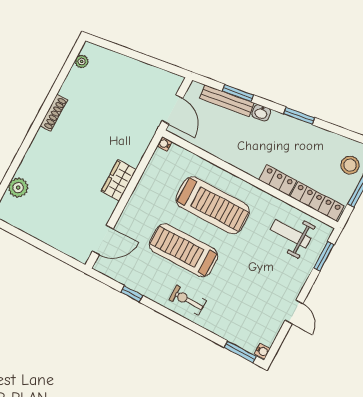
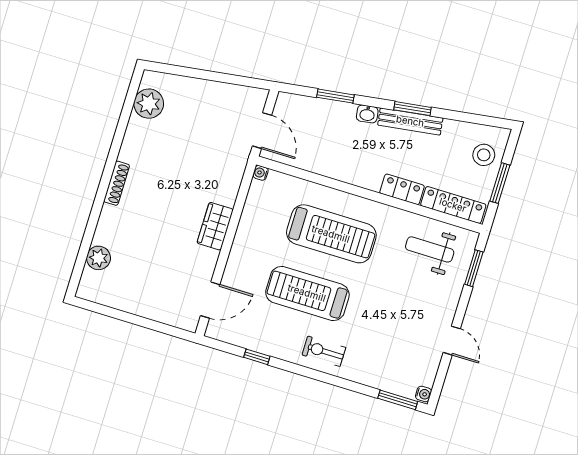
plant: (82, 61) -> (149, 104), width x1.88, depth x1.88
bench: (227, 101) -> (410, 121), moved
shoe rack: (54, 113) -> (117, 183), moved

